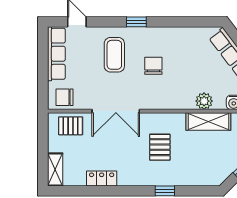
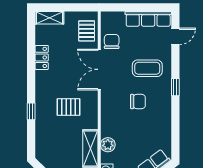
chair: (64, 97) -> (112, 42), moved

